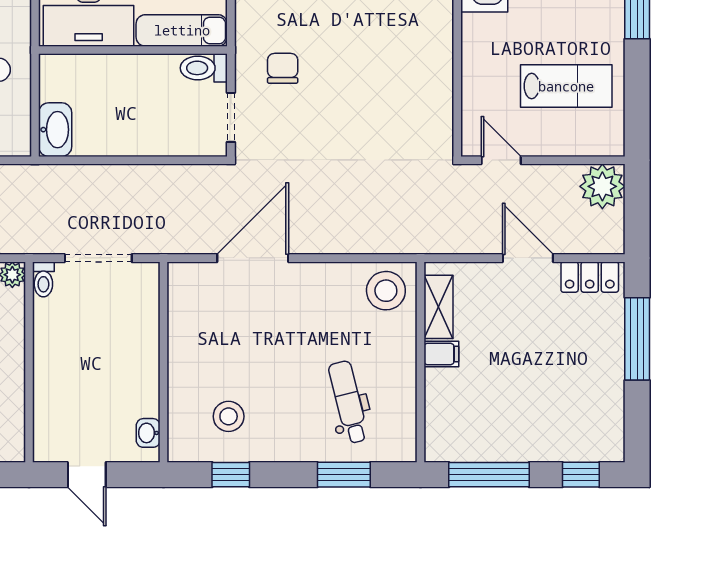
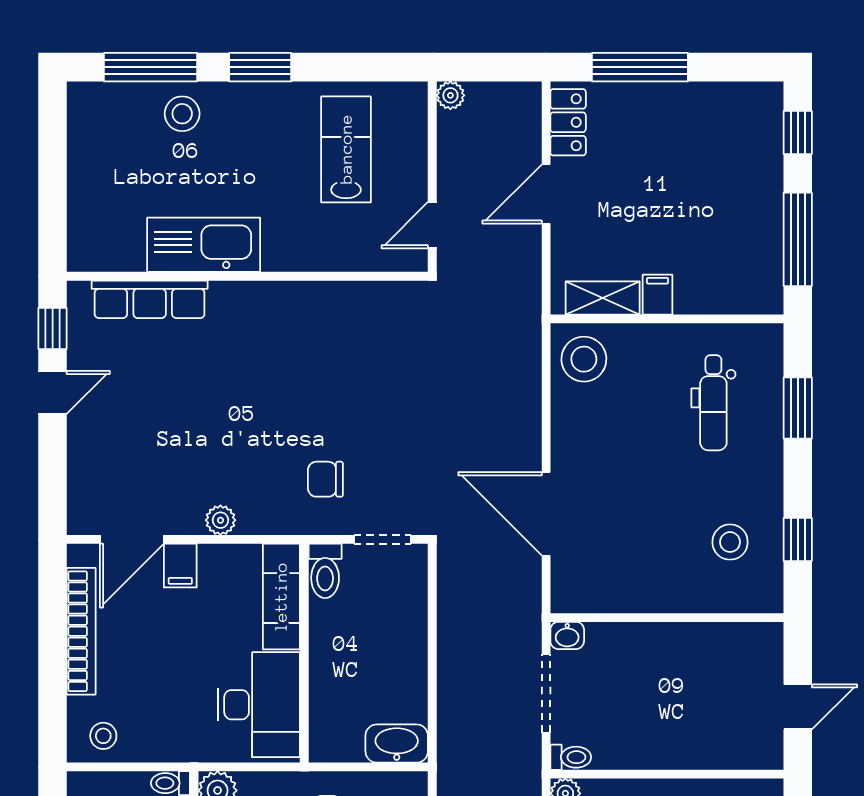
plant: (602, 186) -> (450, 95), width x0.53, depth x0.53
dental chair: (348, 402) -> (713, 403), turned -76
washbasin: (148, 433) -> (567, 635), moved

